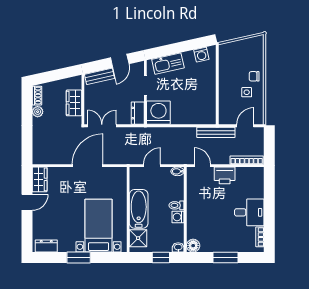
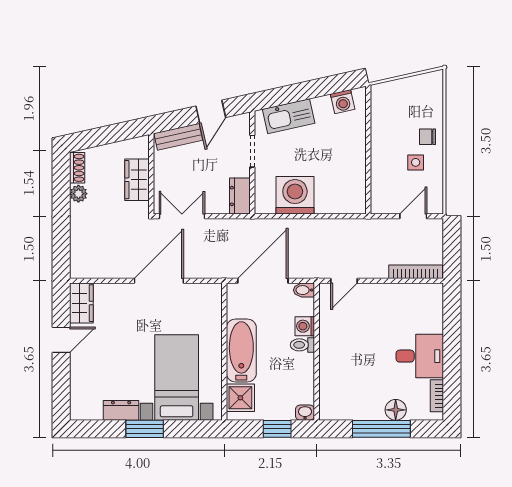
washing machine: (158, 113) -> (295, 195), moved
bench: (216, 132) -> (366, 227), removed
door: (152, 166) -> (263, 281), width x1.87
door: (202, 166) -> (344, 281), swing flipped
printer: (225, 175) -> (380, 297), removed
washing machine: (178, 217) -> (305, 326), moved
dresser: (46, 246) -> (121, 410), moved
floor lamp: (193, 246) -> (396, 410), moved
window: (225, 257) -> (381, 429), width x1.44

